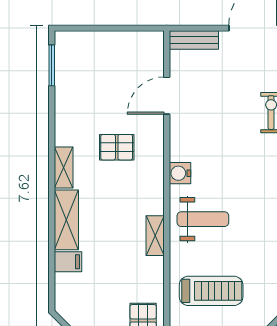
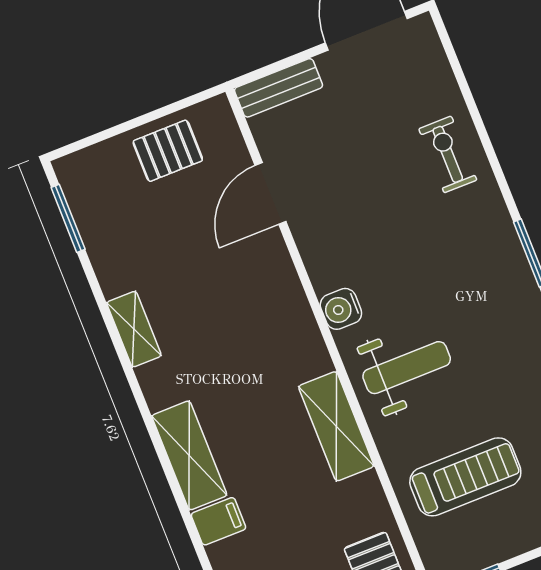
pallet: (117, 147) -> (168, 151), moved
shelving: (64, 168) -> (134, 329), moved
shelving: (155, 236) -> (336, 426), width x1.50, depth x1.33

